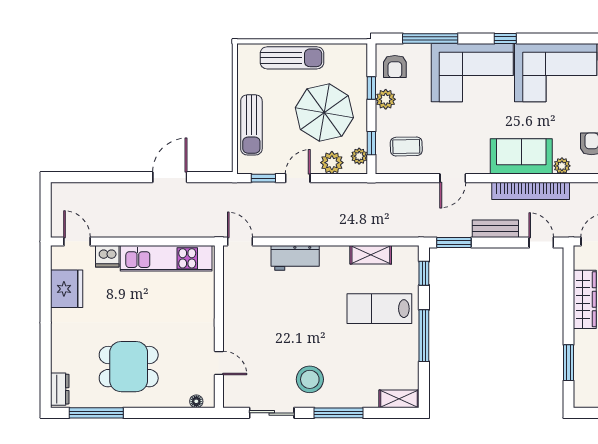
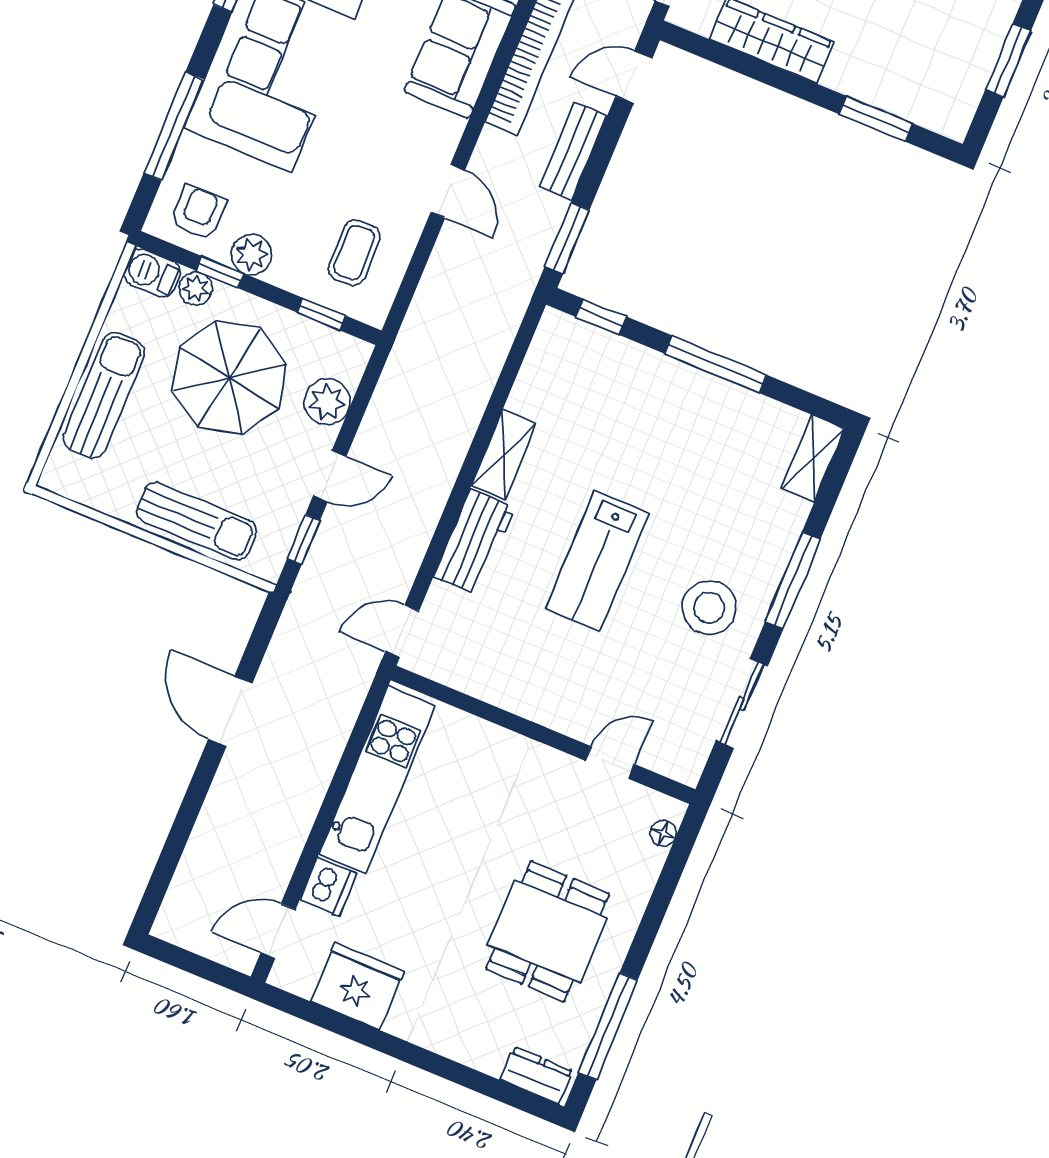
barbecue: (358, 57) -> (152, 273), added
armchair: (395, 67) -> (198, 213), turned -90
plant: (359, 156) -> (196, 288), moved
door: (298, 178) -> (330, 476), swing flipped
shelving: (371, 255) -> (504, 455), moved
lab bench: (379, 309) -> (597, 561), moved

